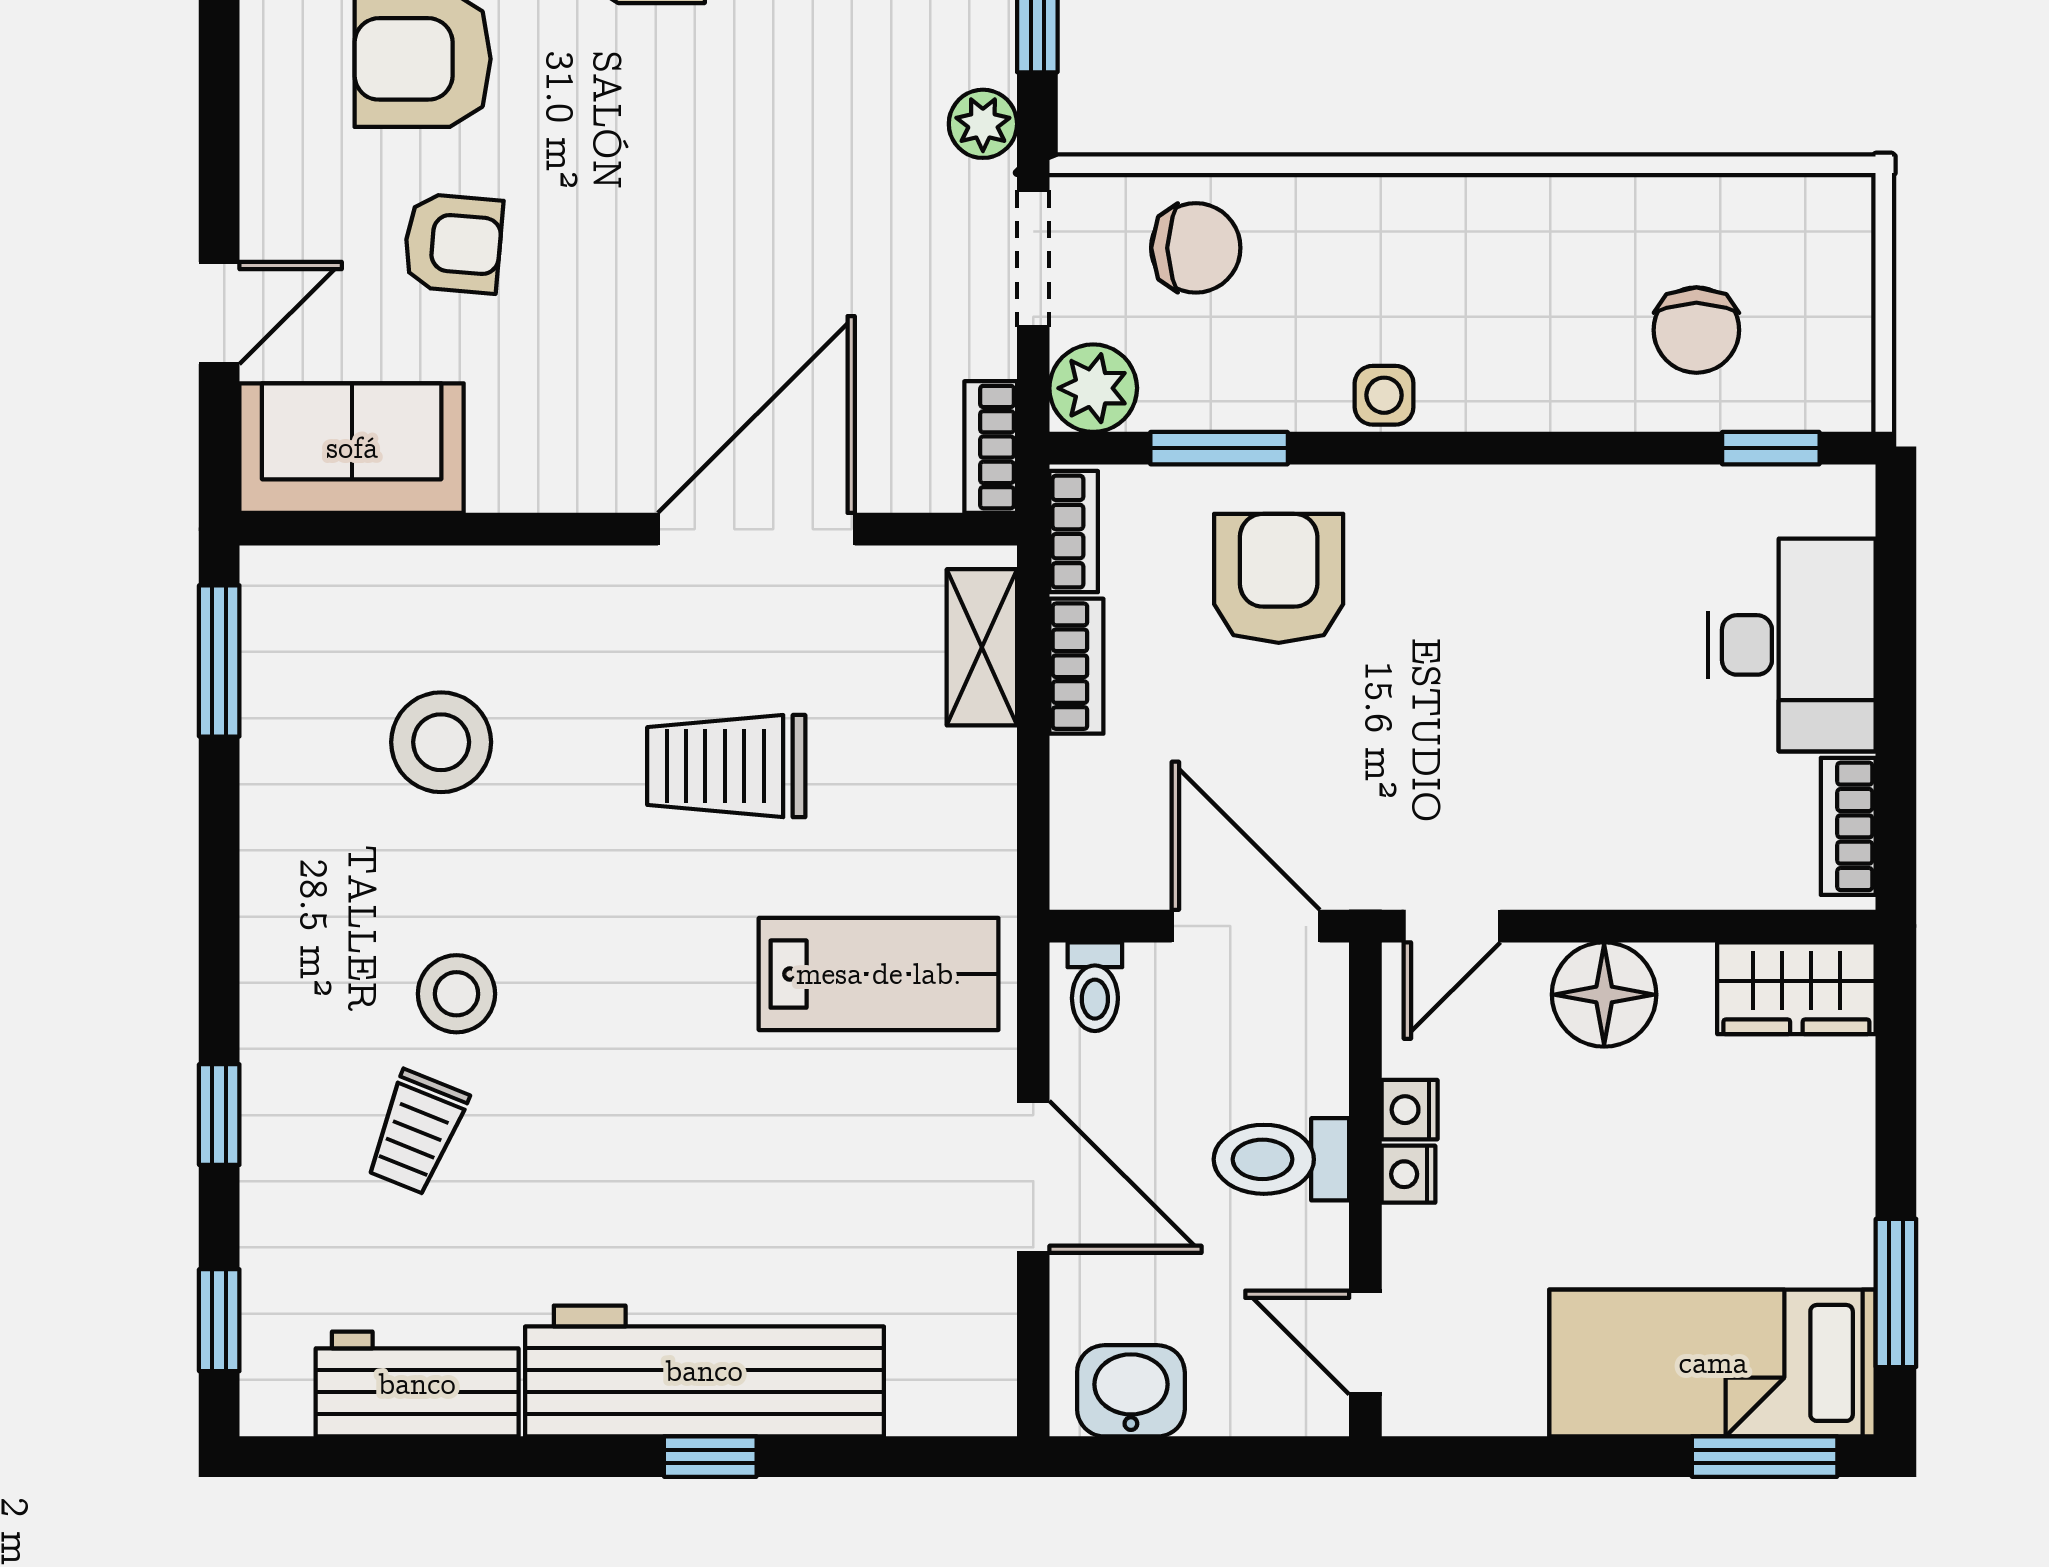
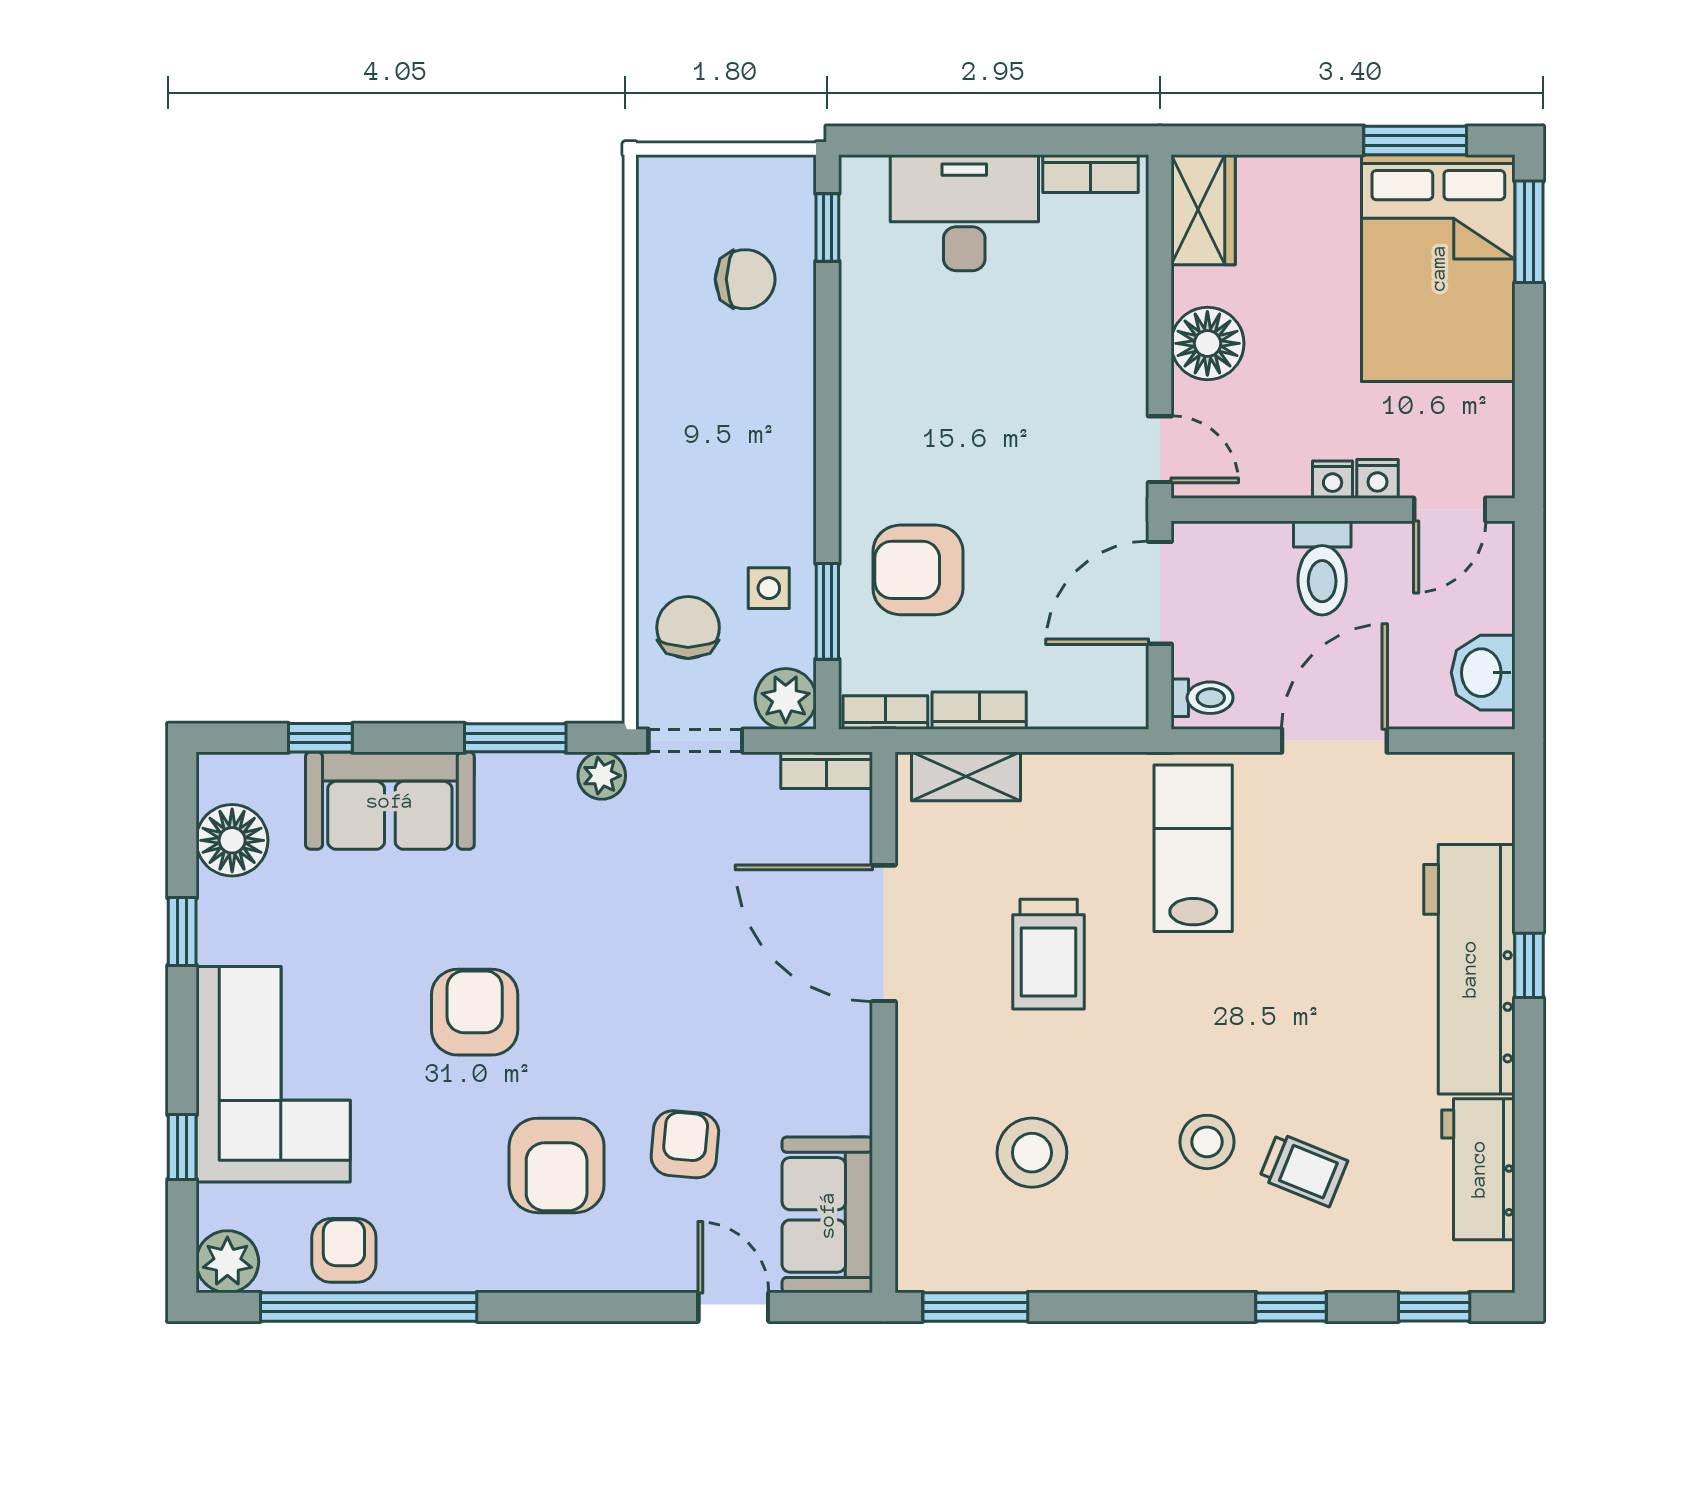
side table: (1384, 395) -> (769, 588), moved
nightstand: (1410, 1110) -> (1377, 479), moved
bed: (1713, 1363) -> (1438, 268), width x1.50

